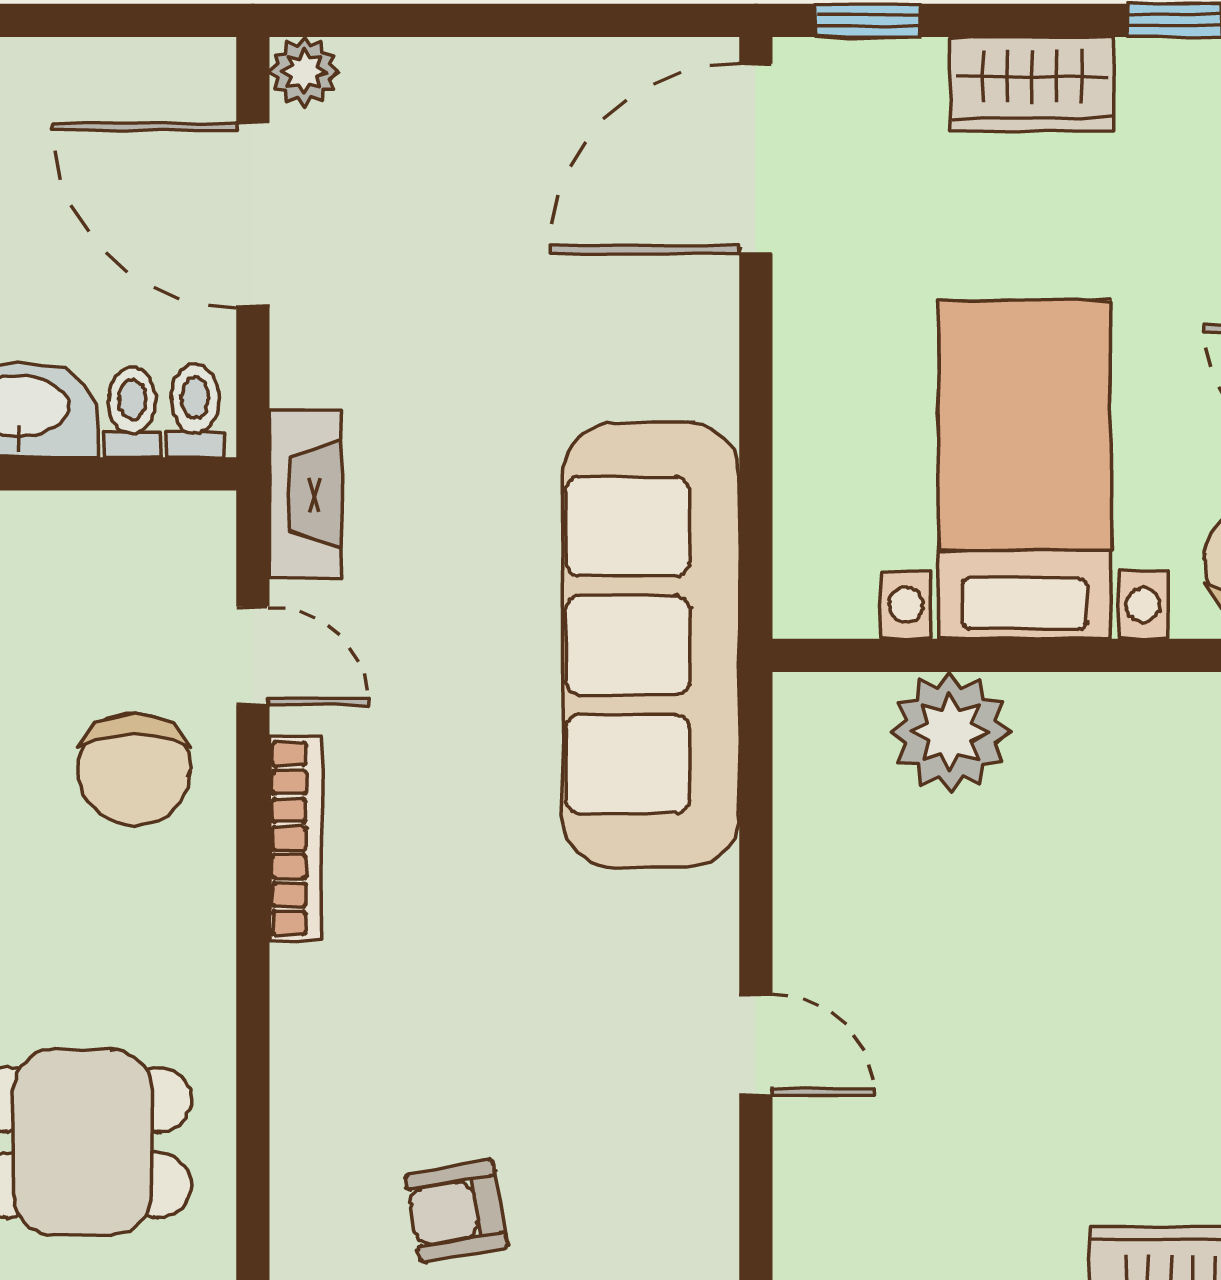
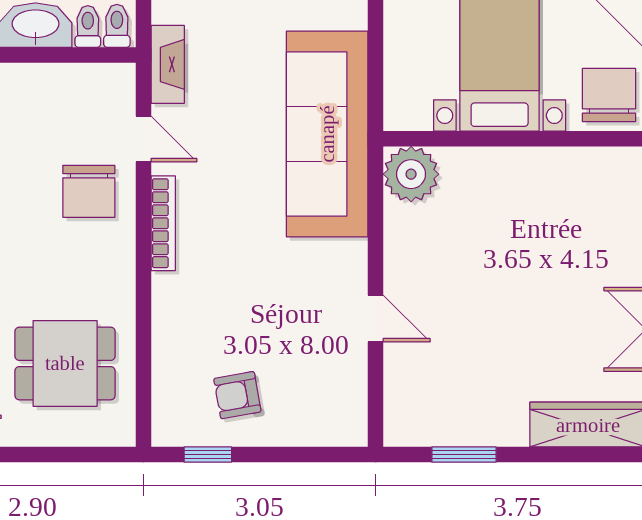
plant: (950, 732) -> (411, 174), moved

